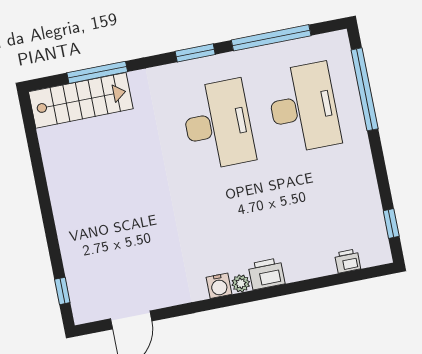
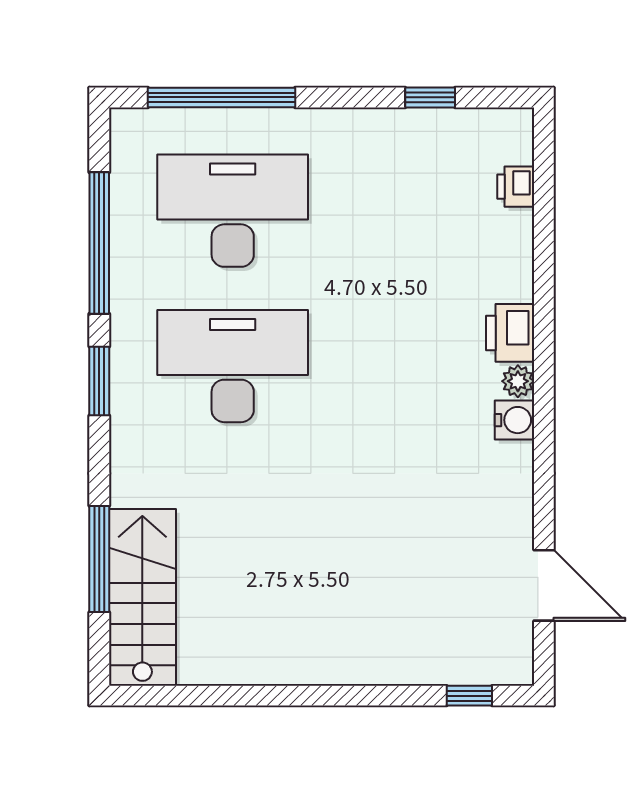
window: (391, 224) -> (430, 97), moved

